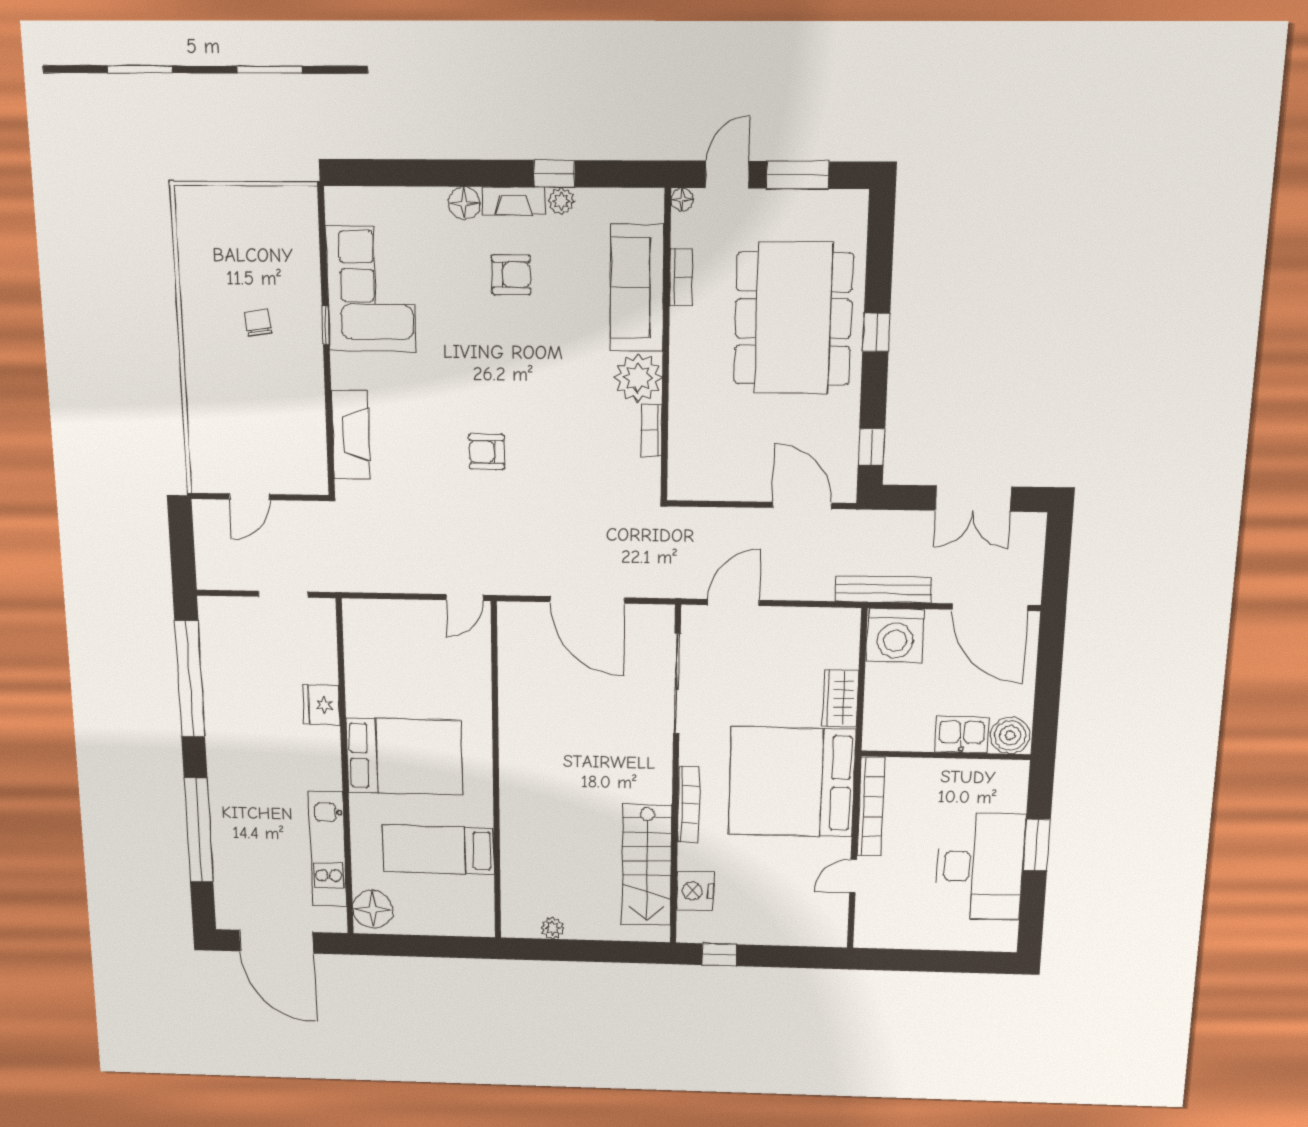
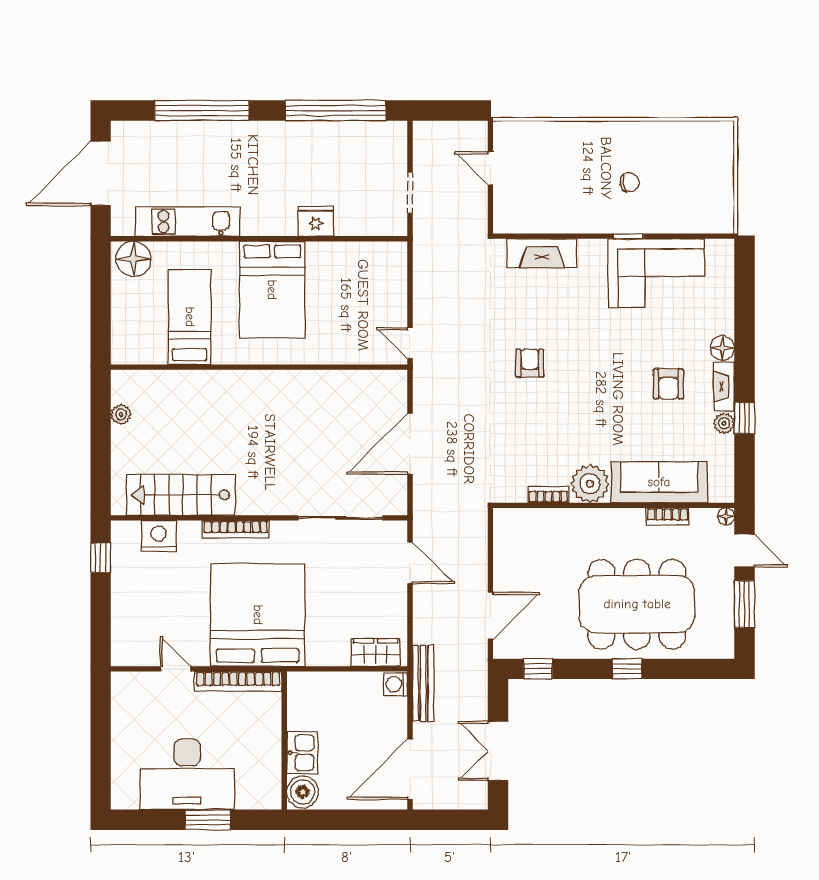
washing machine: (895, 635) -> (396, 684), width x0.53, depth x0.53
wardrobe: (840, 699) -> (376, 652), moved

